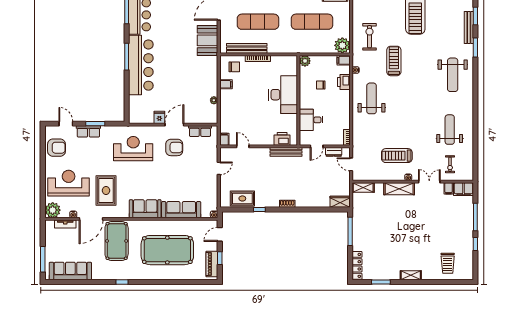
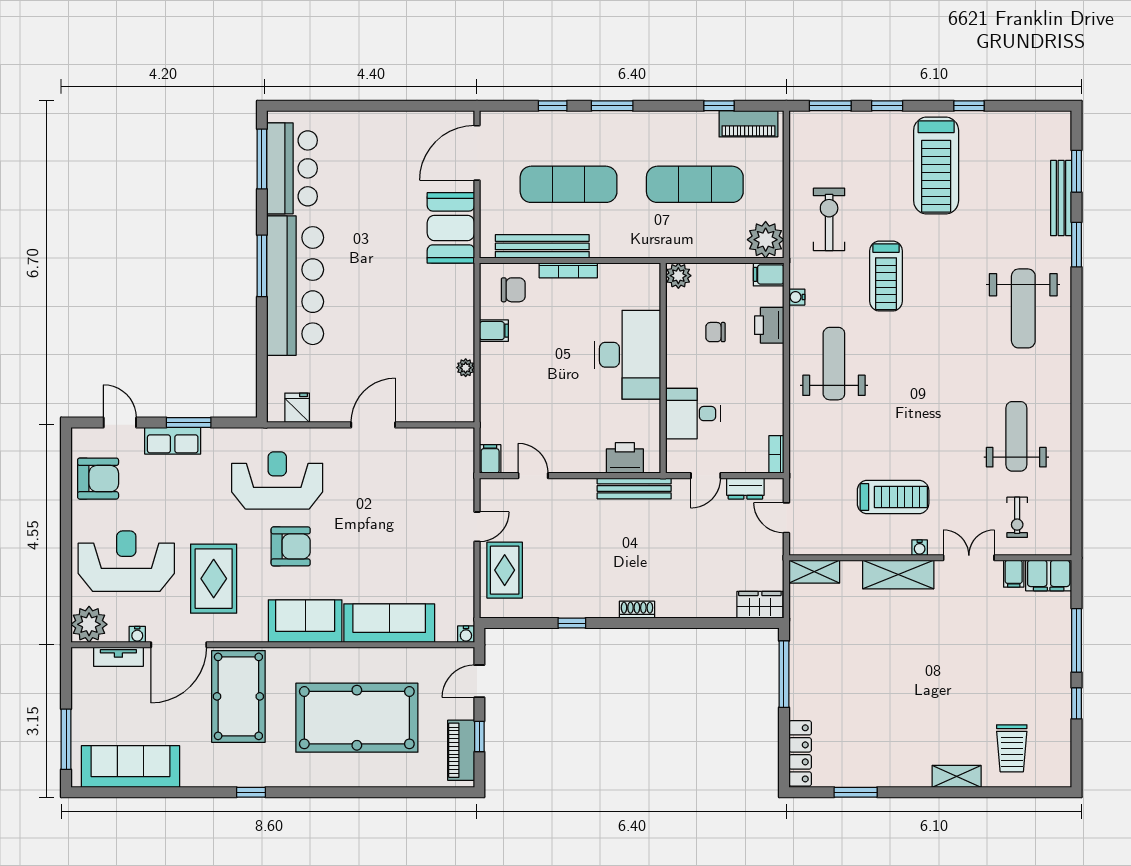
treadmill: (394, 61) -> (886, 276), turned 180
fridge: (159, 117) -> (297, 408), moved
row of seats: (200, 131) -> (433, 440), removed
armchair: (174, 147) -> (291, 546), moved
treadmill: (397, 156) -> (893, 497), turned 180
rug: (242, 198) -> (505, 570), moved, turned 90
shelving: (411, 275) -> (957, 776), moved

